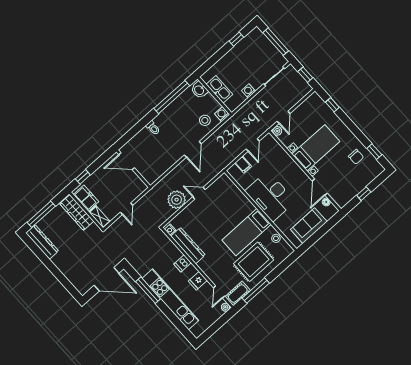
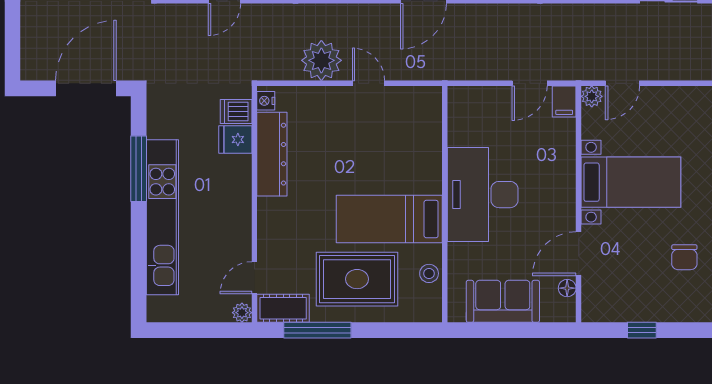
filing cabinet: (243, 165) -> (564, 101), moved
dishwasher: (182, 263) -> (236, 111), moved
door: (107, 279) -> (86, 88), swing flipped
fridge: (198, 281) -> (235, 140), moved

